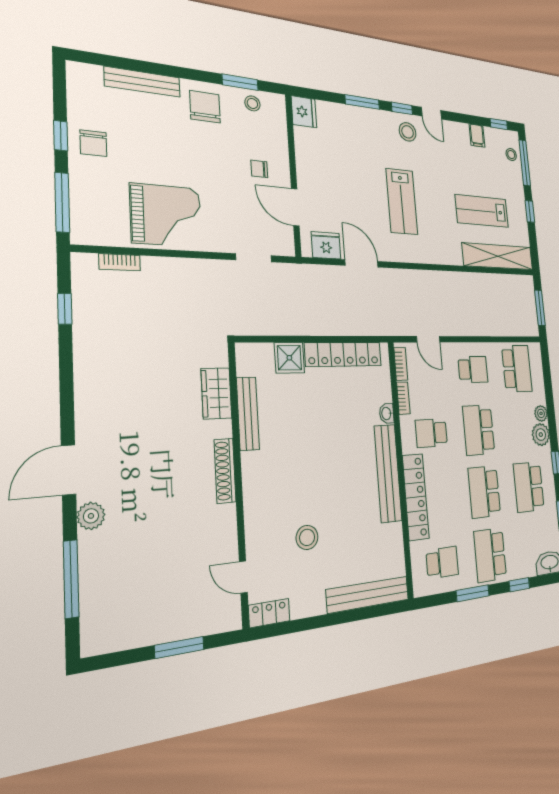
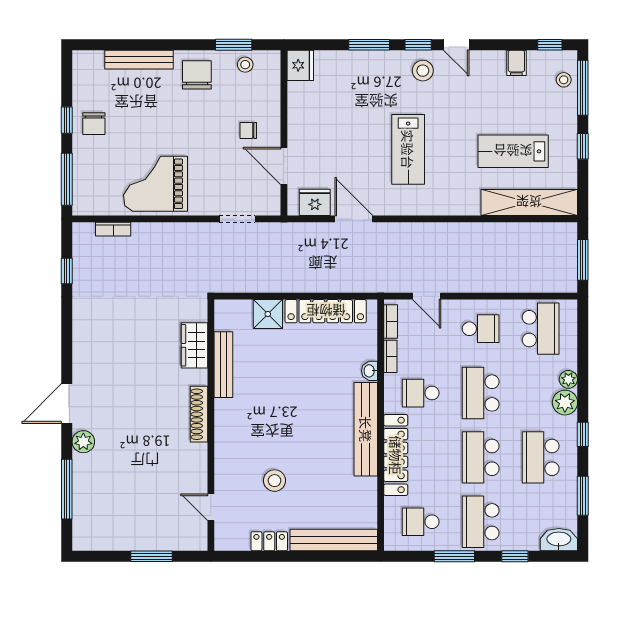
grand piano: (166, 215) -> (156, 184), turned 180
school desk: (442, 562) -> (421, 522), turned 180
locker: (269, 613) -> (269, 541), moved

